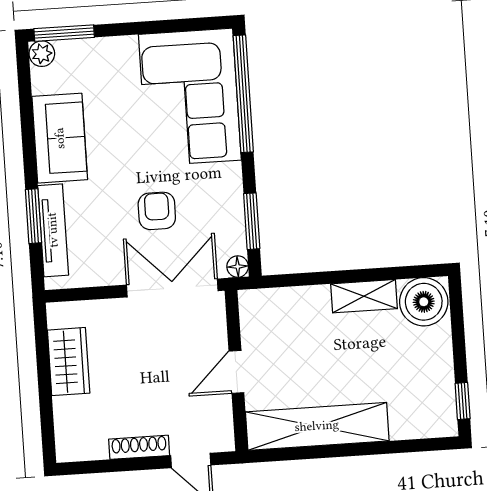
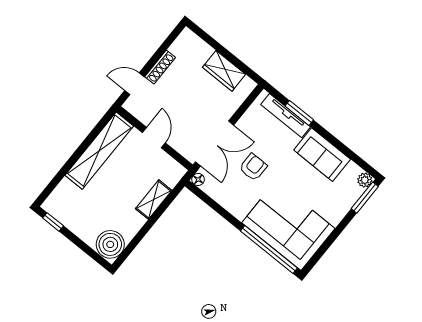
armchair: (157, 211) -> (253, 167), turned -90
window: (252, 221) -> (212, 203), removed
shelving: (364, 296) -> (154, 200), moved

